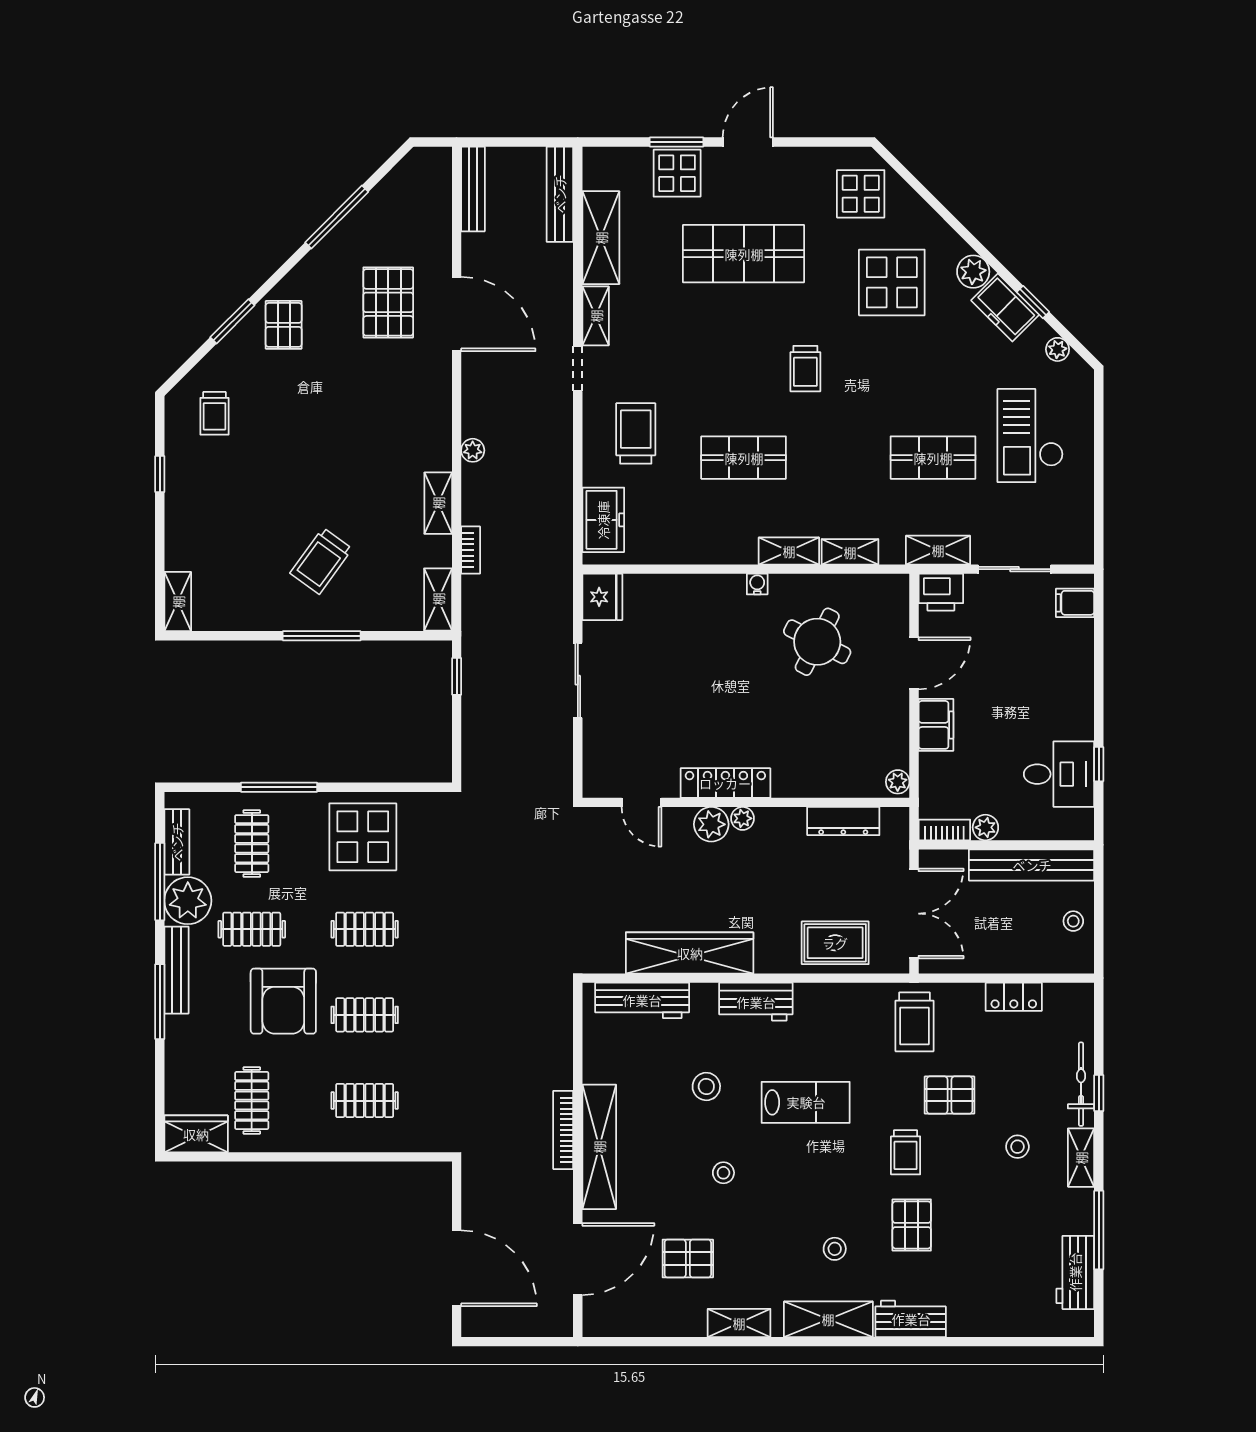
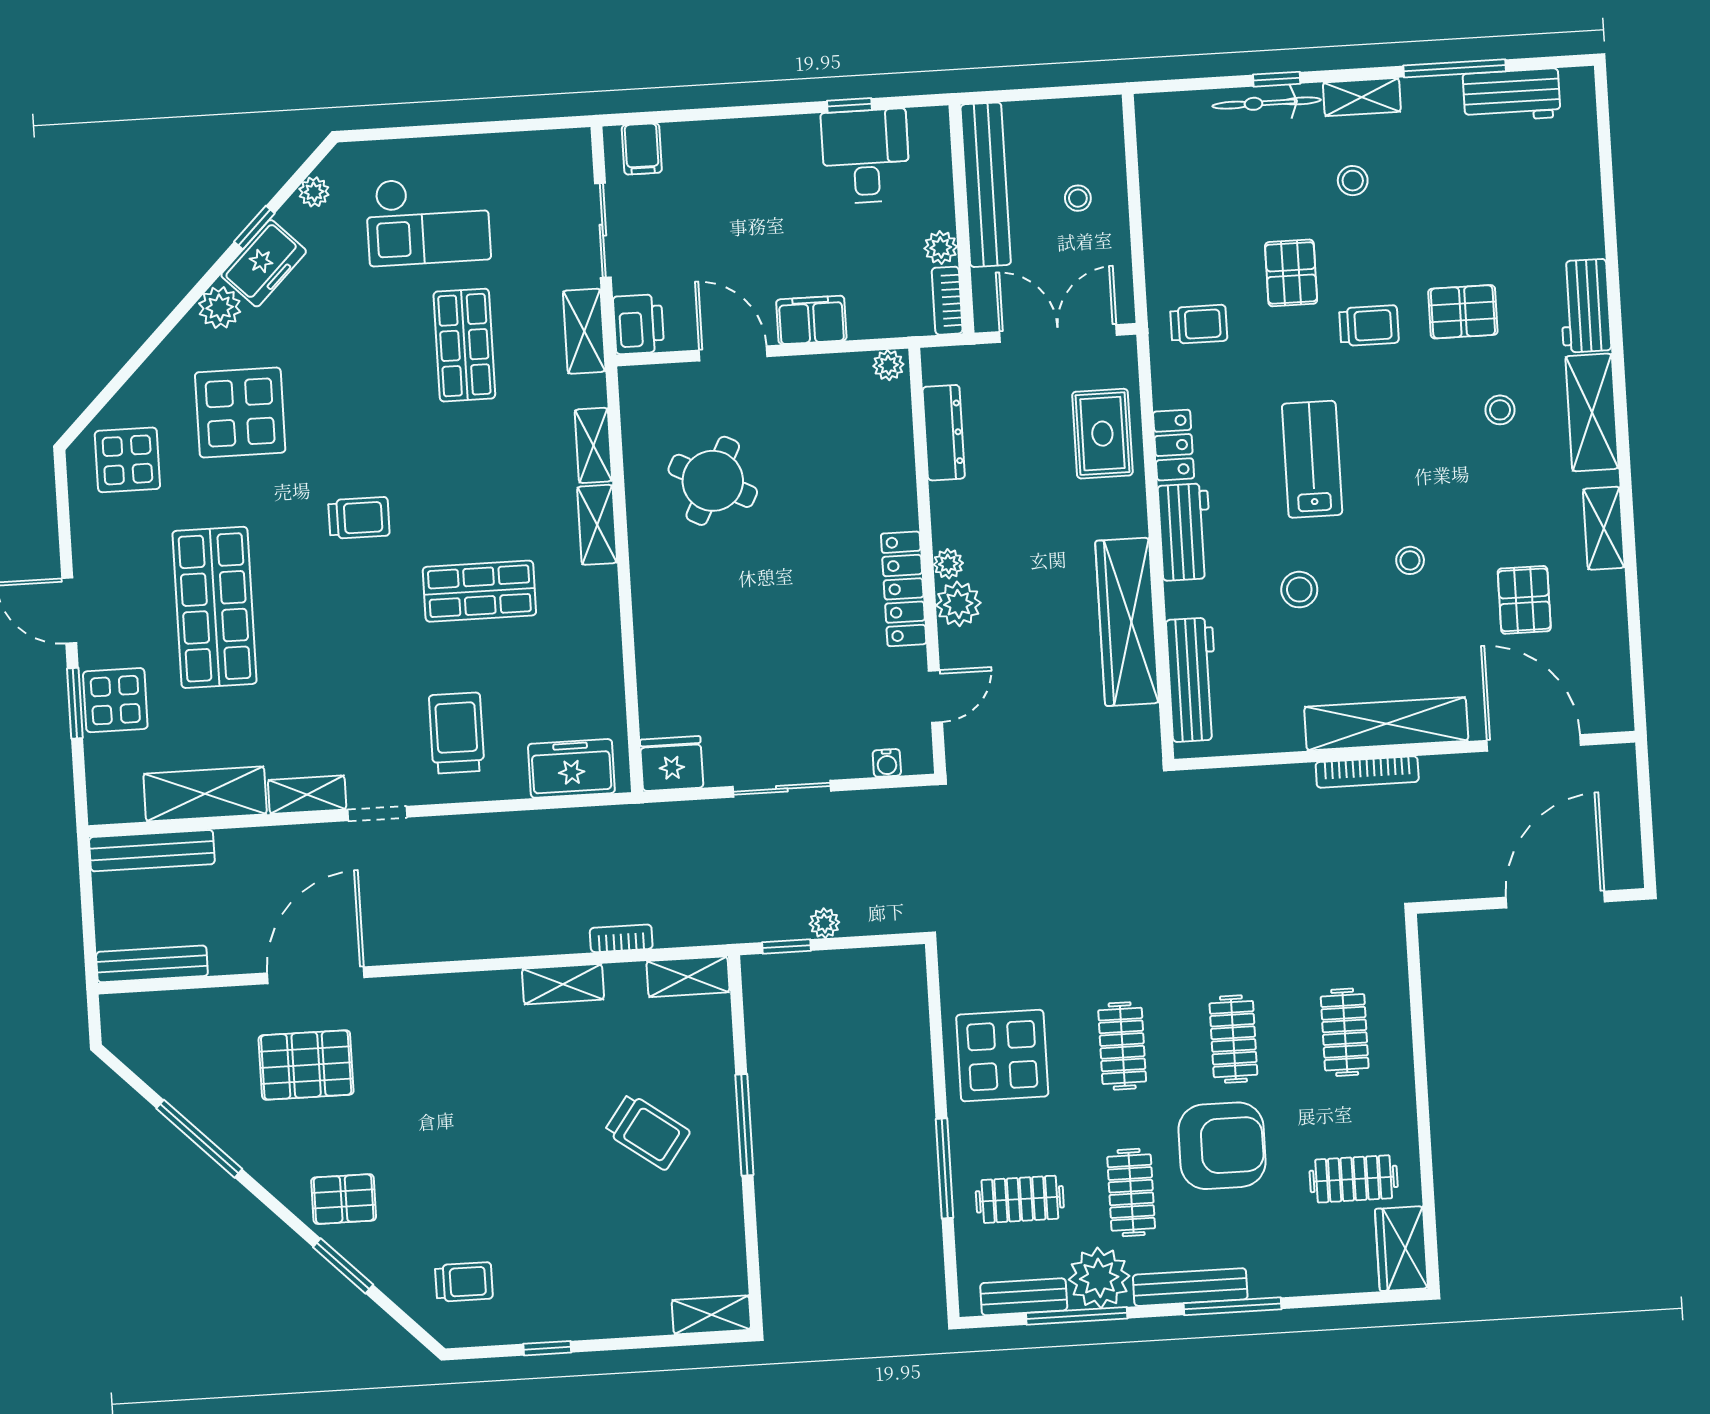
trolley: (636, 433) -> (457, 733), turned 90
plant: (473, 450) -> (824, 923), moved
shop shelf: (744, 458) -> (479, 591), turned 90
water cooler: (757, 584) -> (887, 763), moved, turned -90
stool: (1073, 921) -> (1078, 198), moved
locker: (1014, 997) -> (1174, 445), moved
trolley: (914, 1022) -> (1199, 324), width x0.73, depth x0.72

